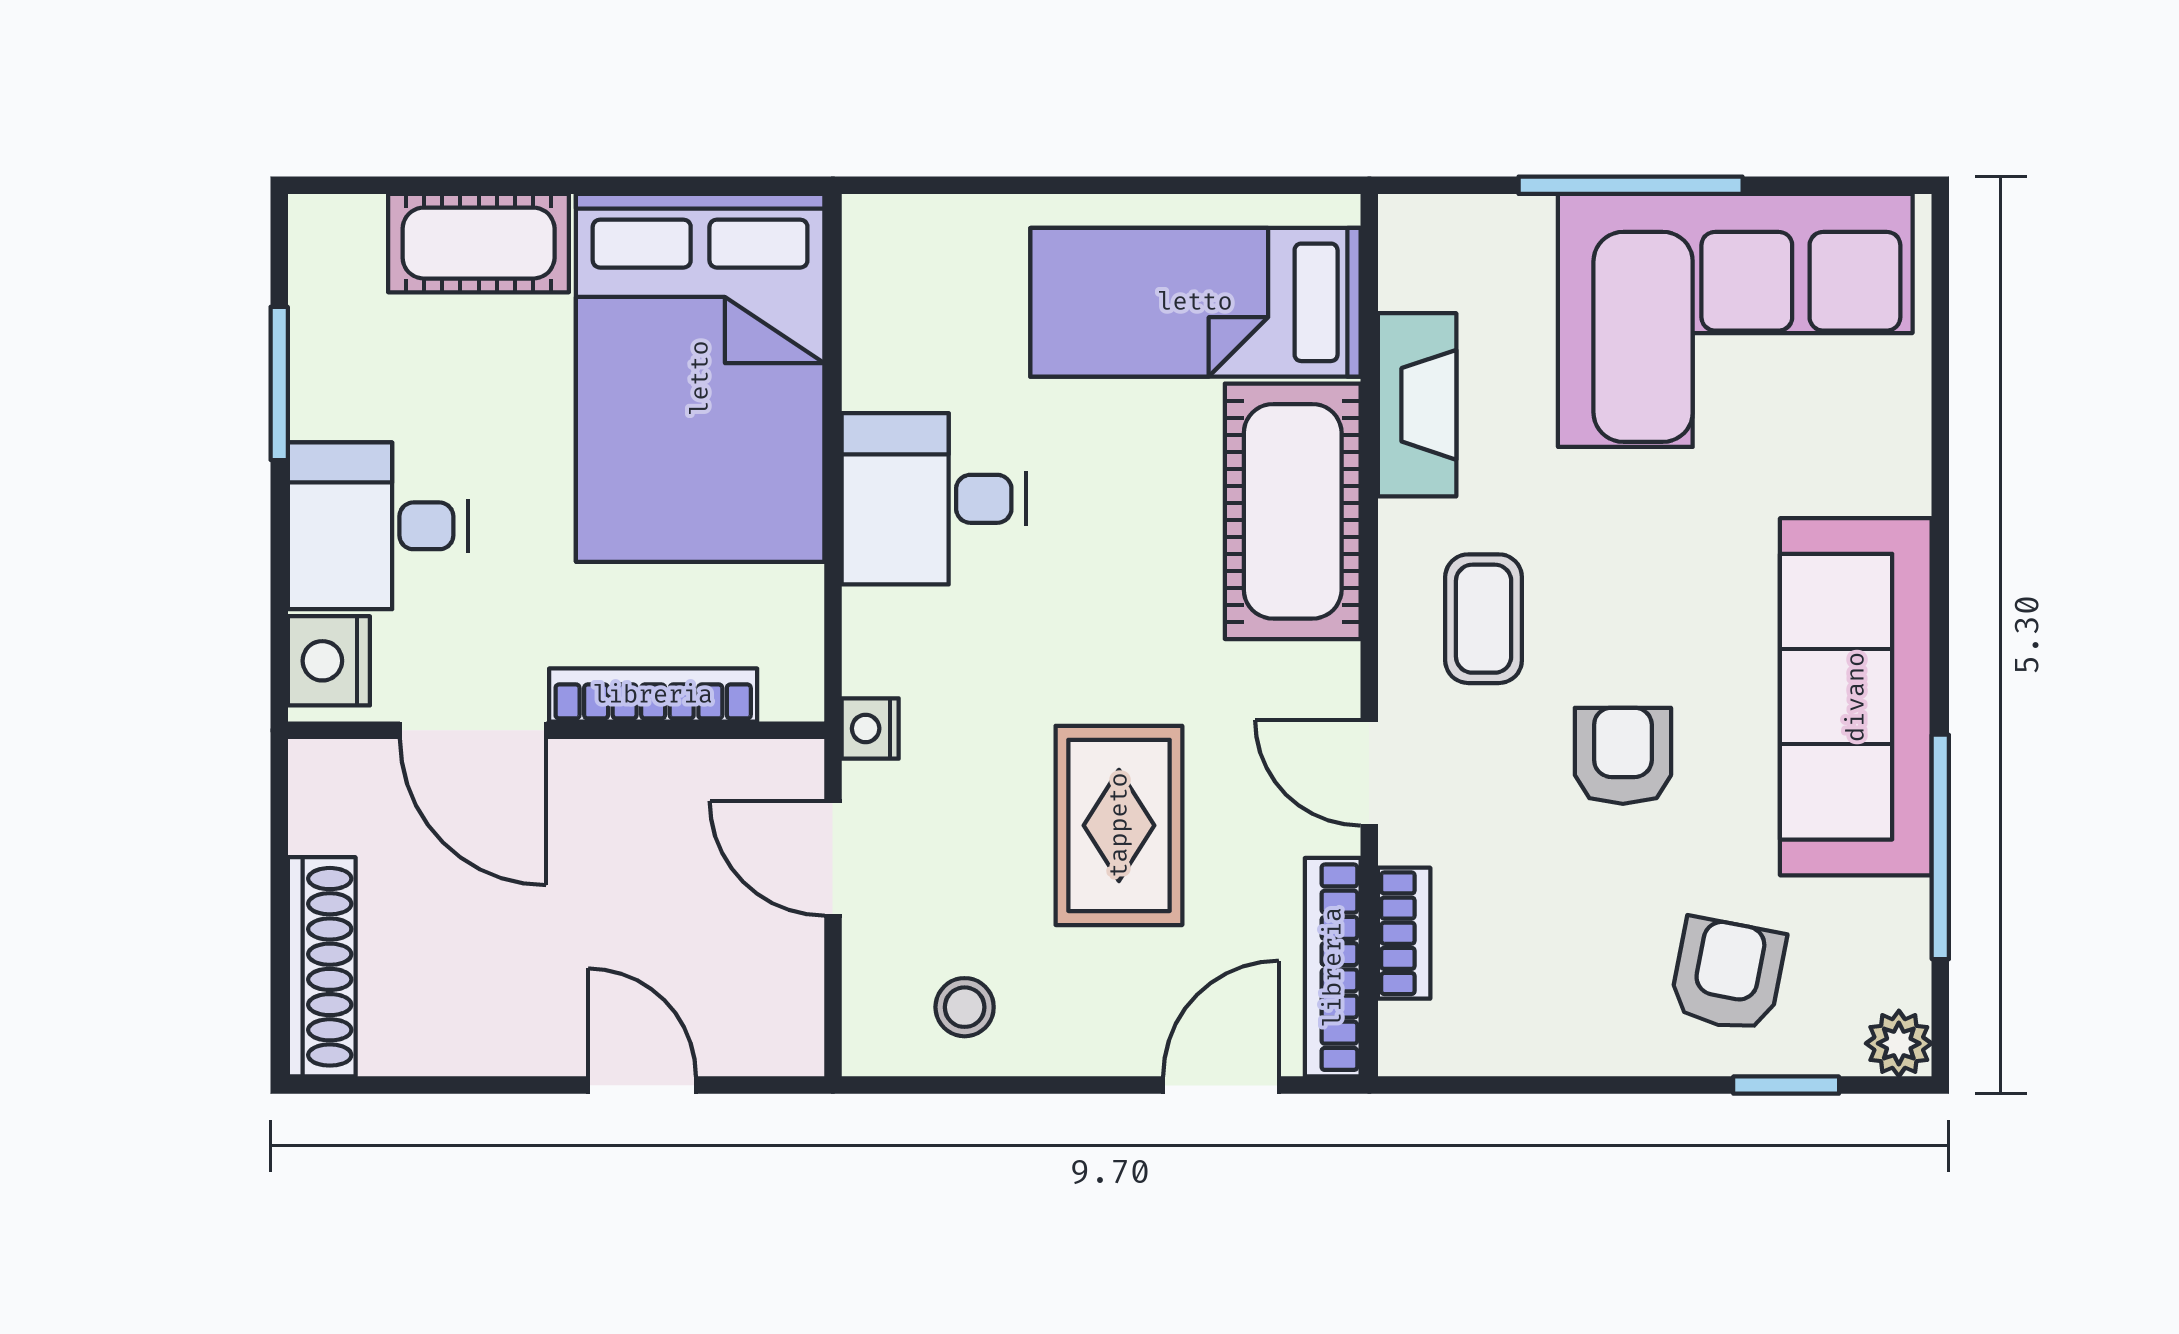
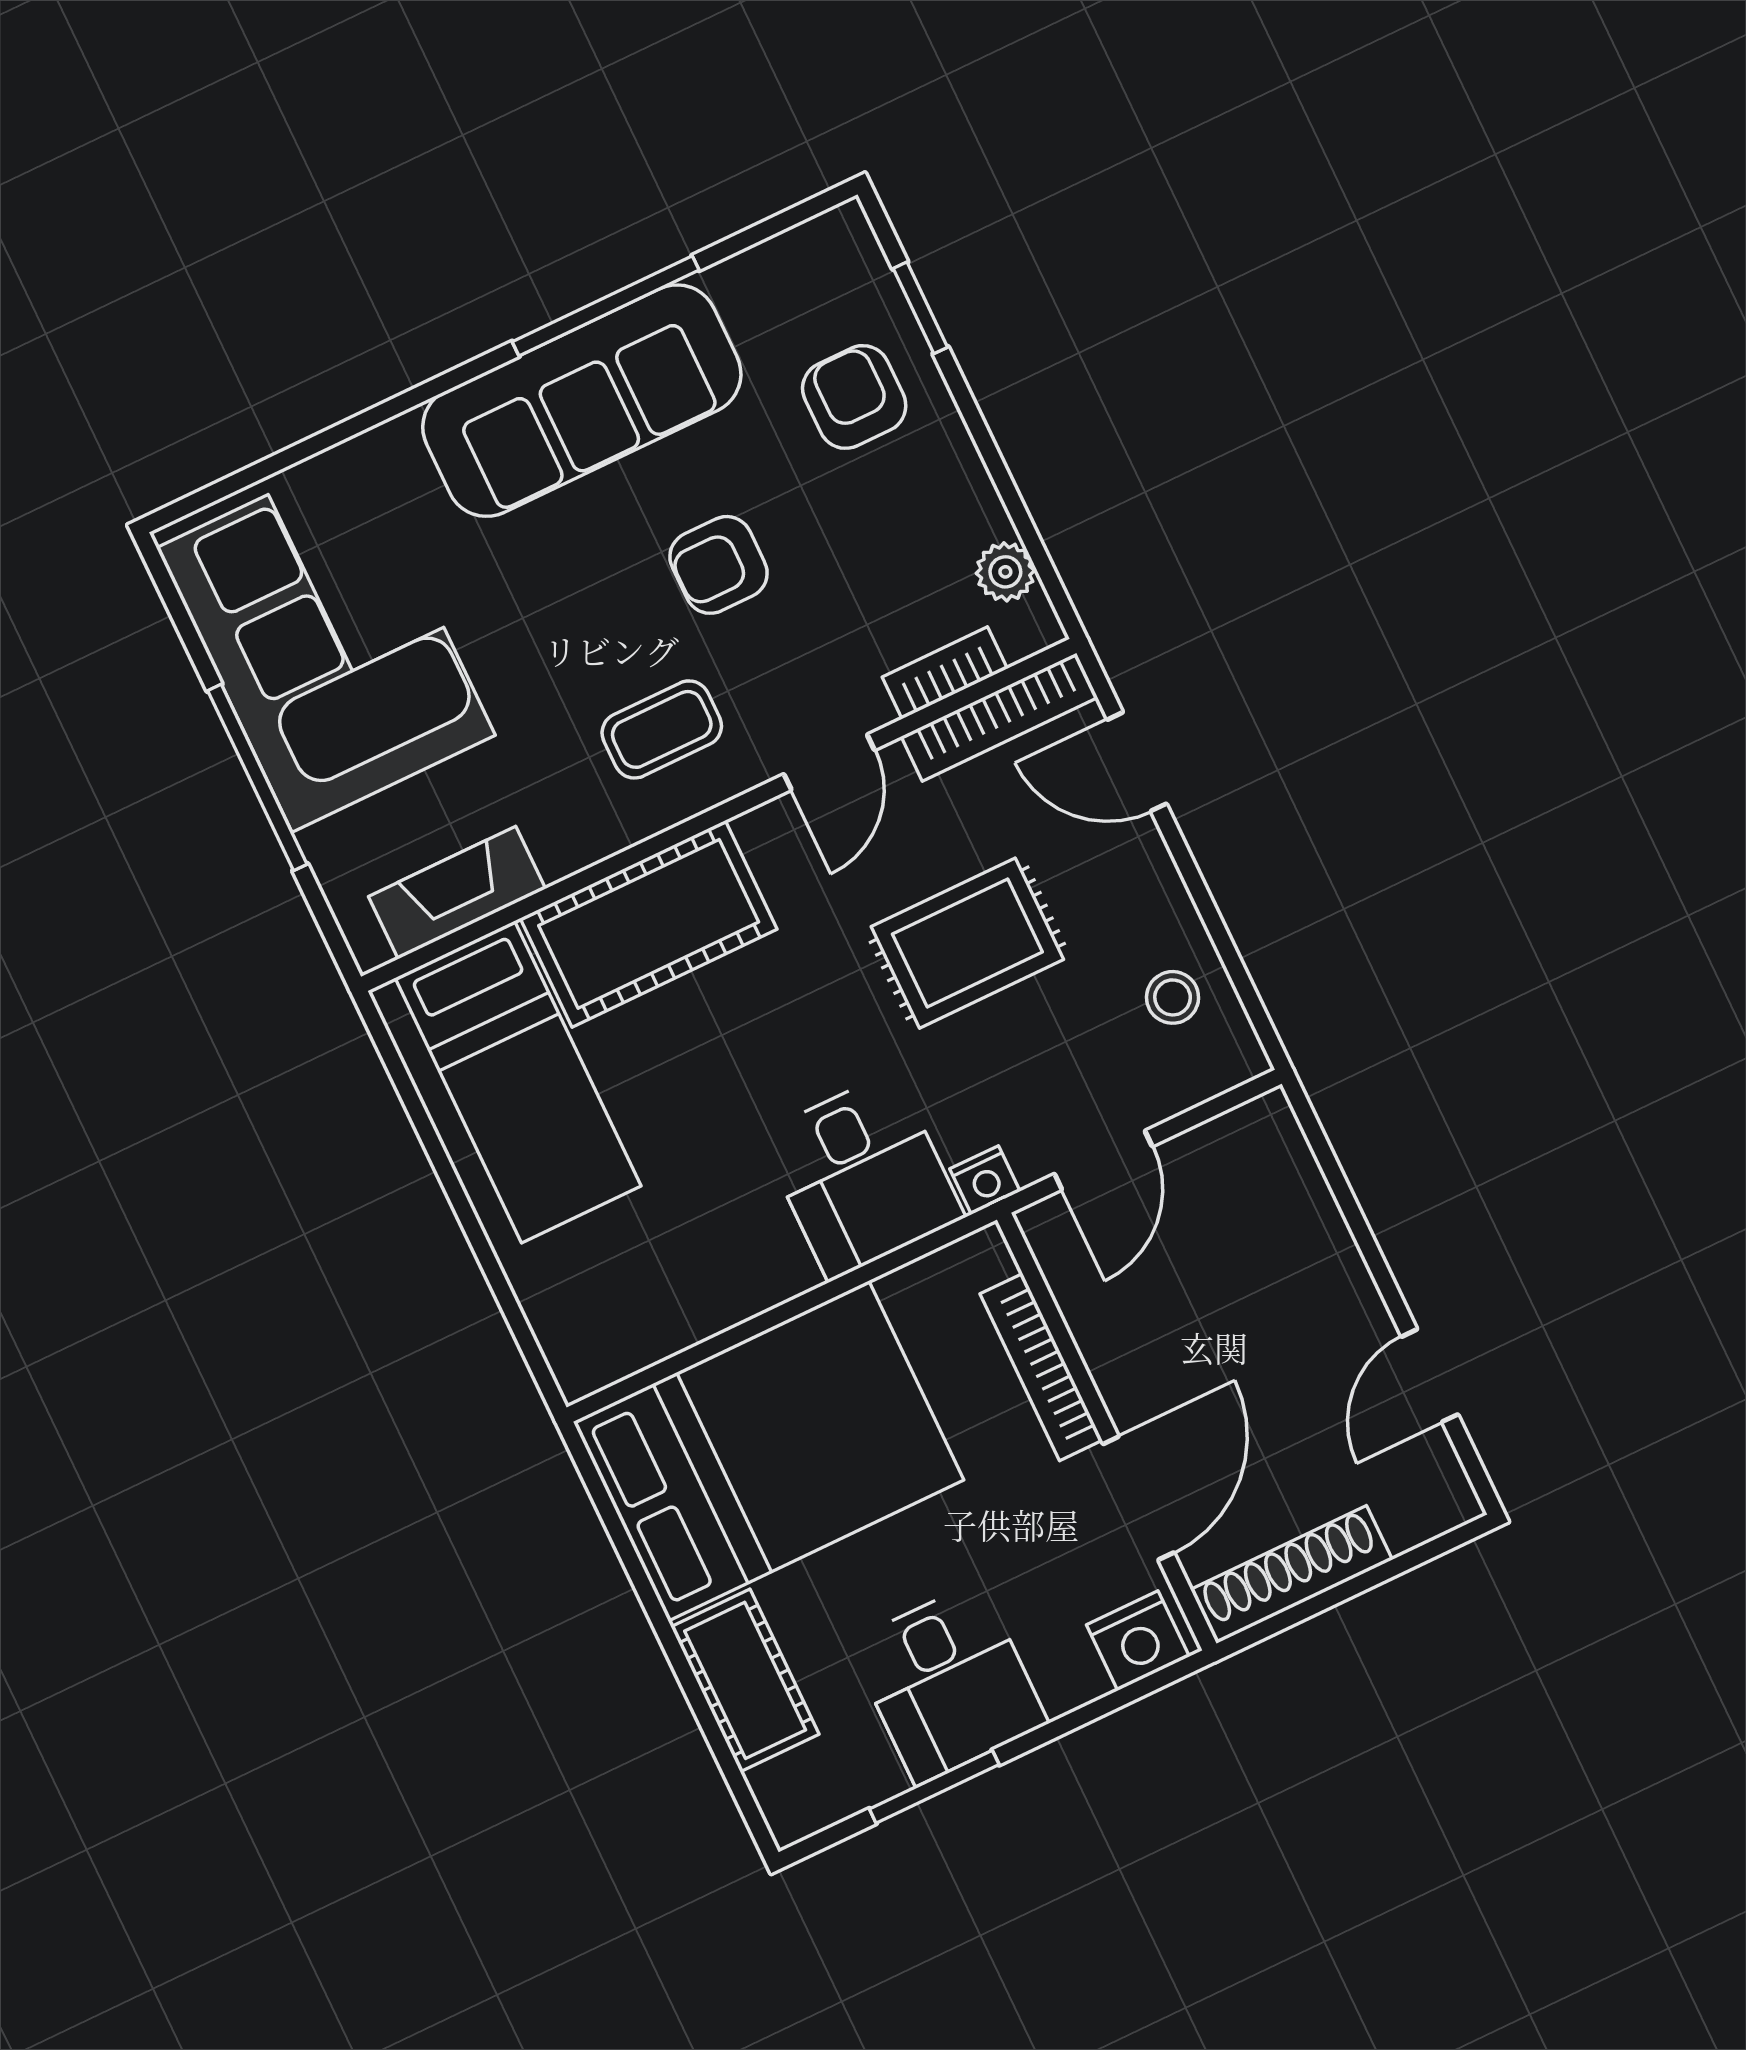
fireplace: (1417, 405) -> (457, 893), moved
desk: (934, 499) -> (862, 1176), moved
desk: (378, 526) -> (948, 1683), moved
window: (1940, 847) -> (606, 306), moved
shoe rack: (322, 967) -> (1291, 1574), moved
armchair: (1728, 975) -> (854, 397), turned 79
plant: (1899, 1043) -> (1005, 572), moved
door: (642, 1085) -> (1430, 1376), moved

